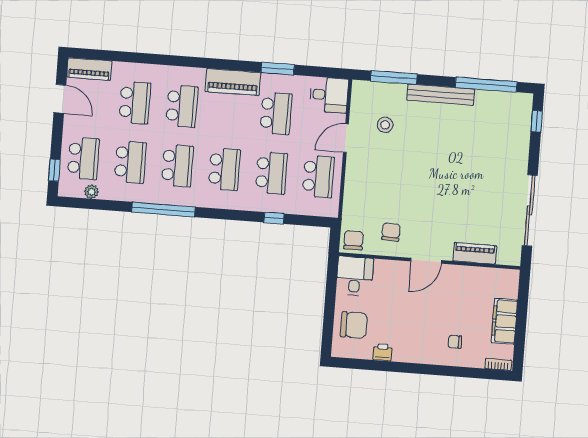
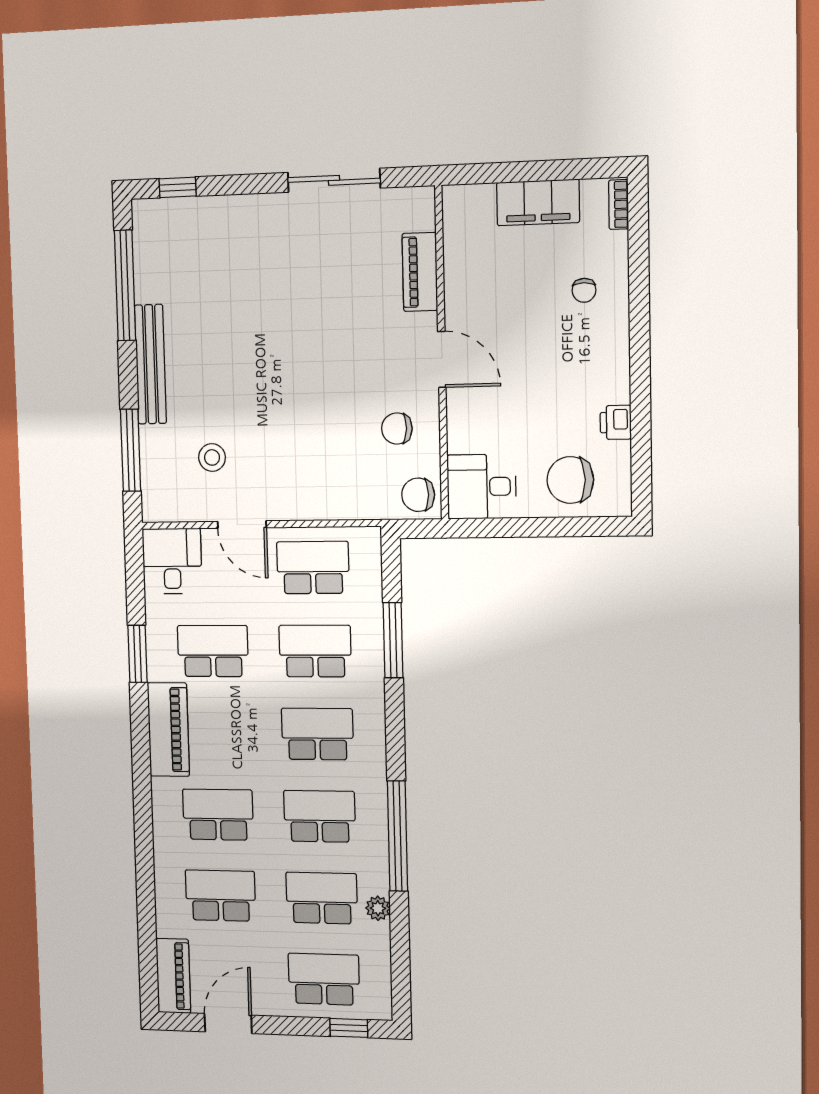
plant: (92, 192) -> (378, 908), moved
sliding door: (530, 210) -> (334, 180), width x0.73
window: (274, 218) -> (393, 640), width x2.17
chair: (354, 325) -> (570, 480), turned -90

